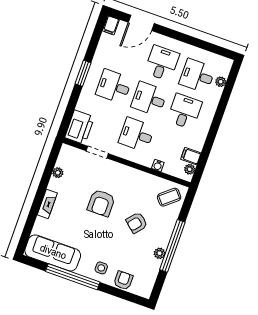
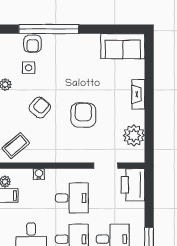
plant: (58, 173) -> (134, 135), width x1.88, depth x1.88
sofa: (53, 253) -> (123, 46), width x0.73
side table: (101, 268) -> (29, 68), moved
window: (73, 277) -> (49, 29), moved

